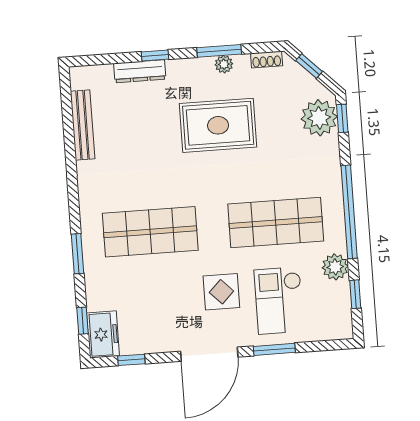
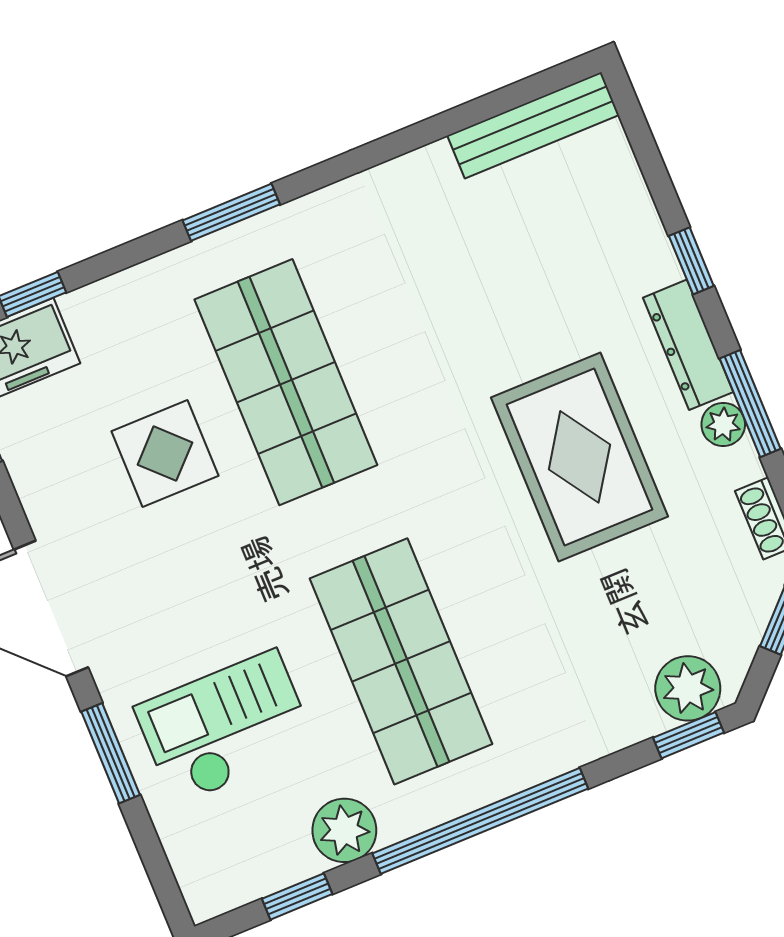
dresser: (140, 71) -> (688, 345), moved
plant: (319, 118) -> (688, 688), width x0.73, depth x0.73
bench: (83, 125) -> (533, 125), moved
window: (78, 254) -> (231, 212), moved
display table: (221, 292) -> (165, 454), moved

